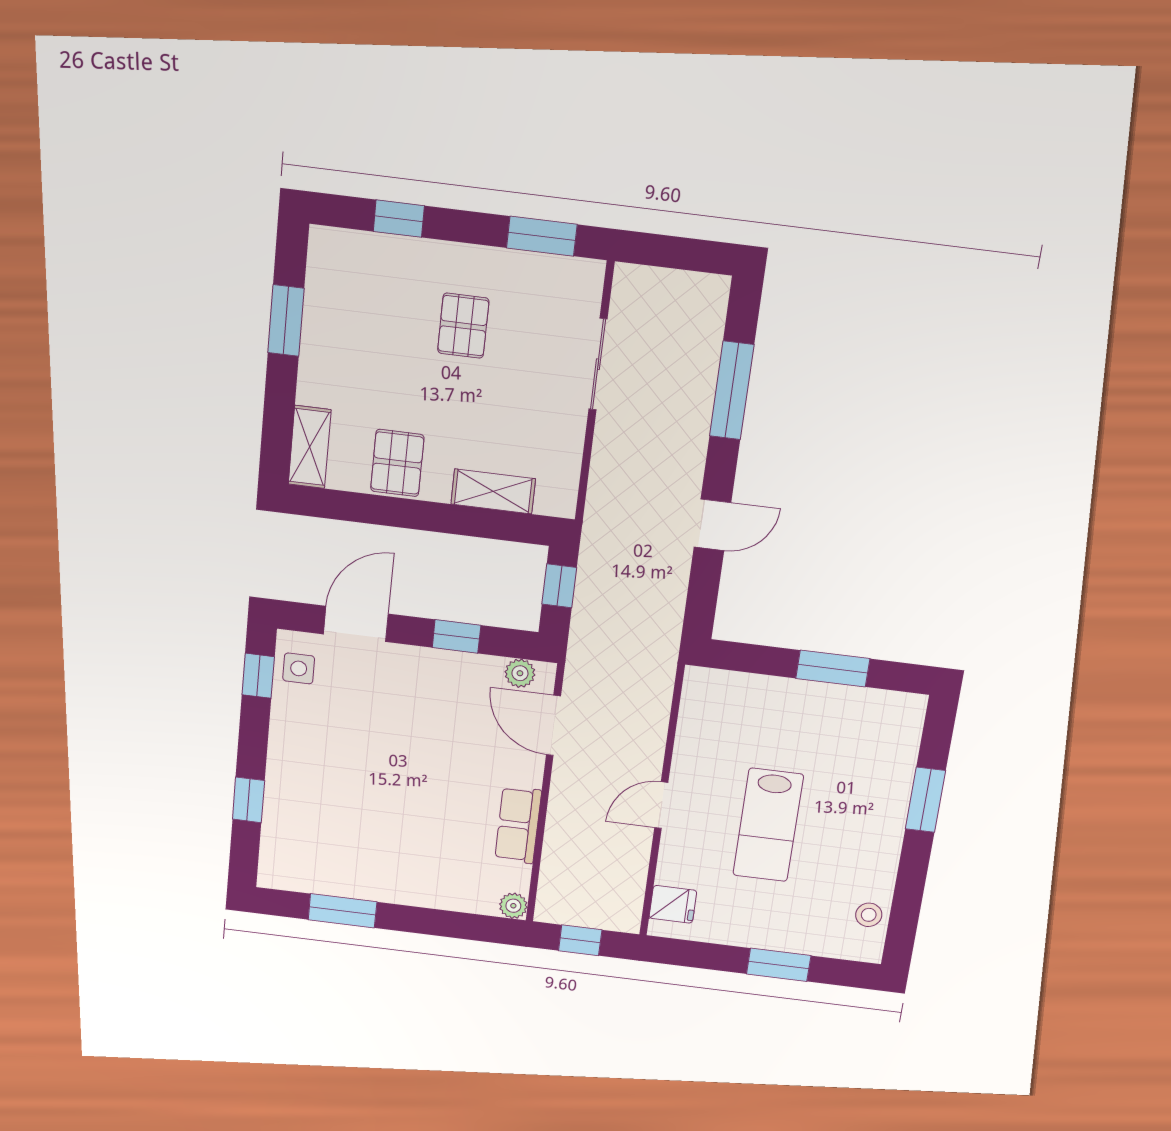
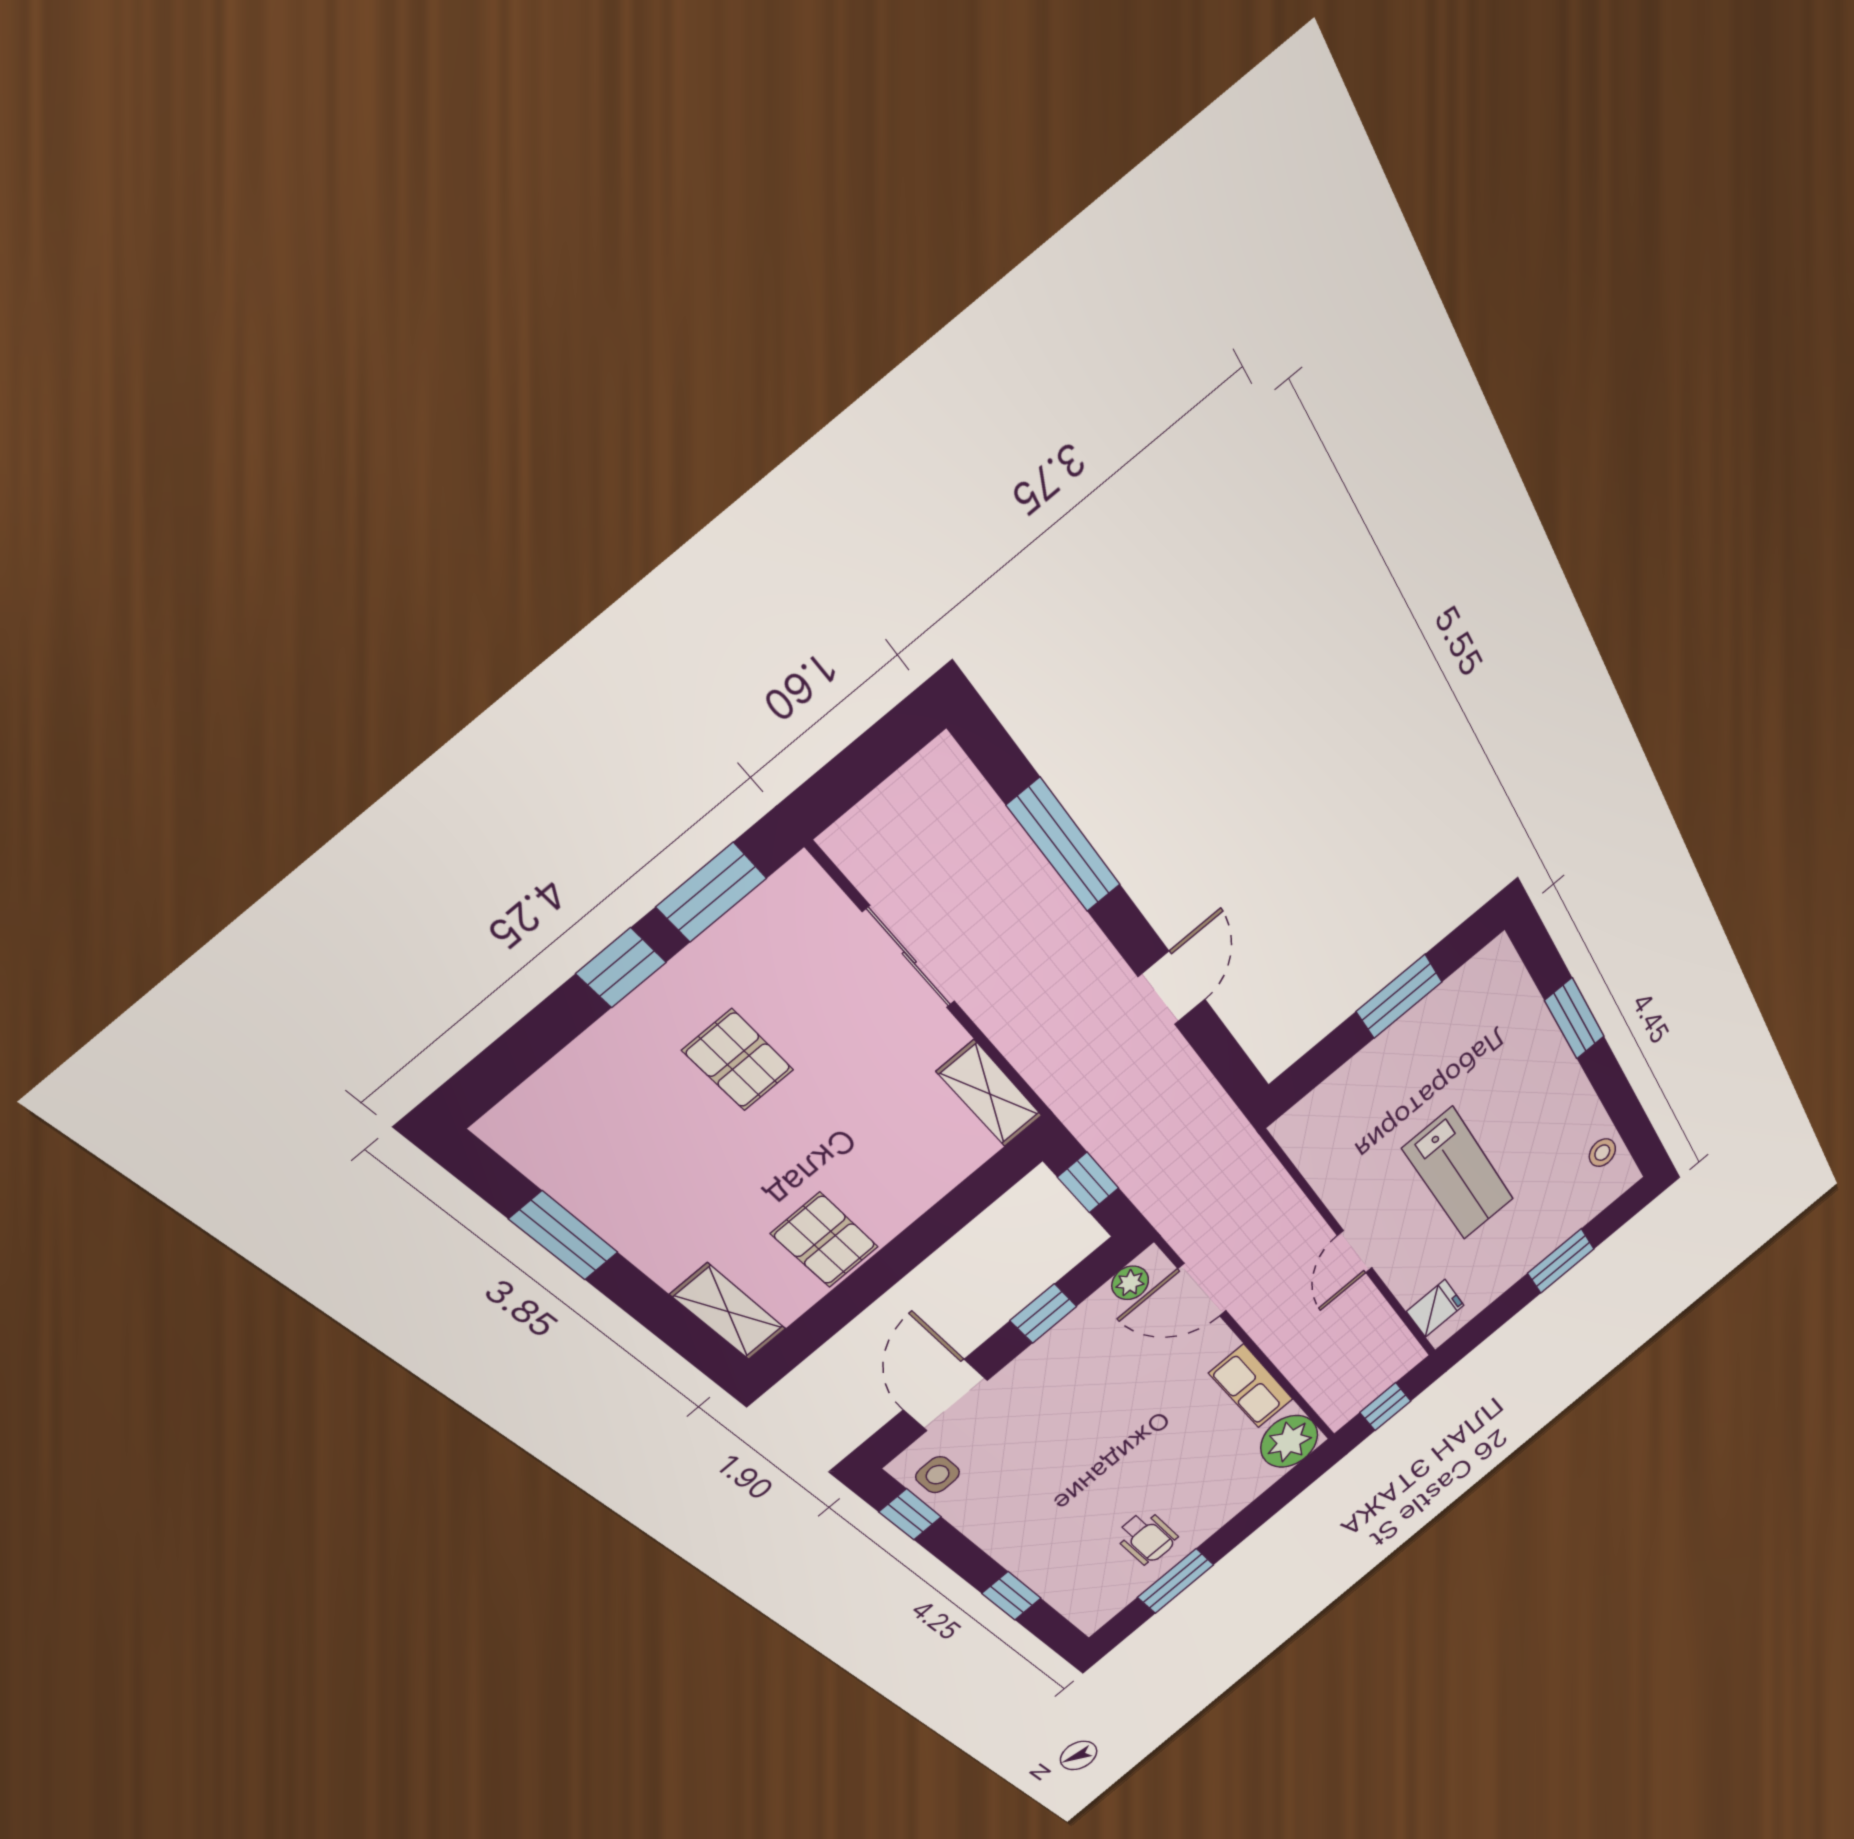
window: (399, 219) -> (621, 968), moved
shelving: (493, 491) -> (990, 1094), moved, turned 90
wheelchair: (359, 857) -> (1147, 1538), added
plant: (513, 906) -> (1289, 1441), width x1.88, depth x1.88

